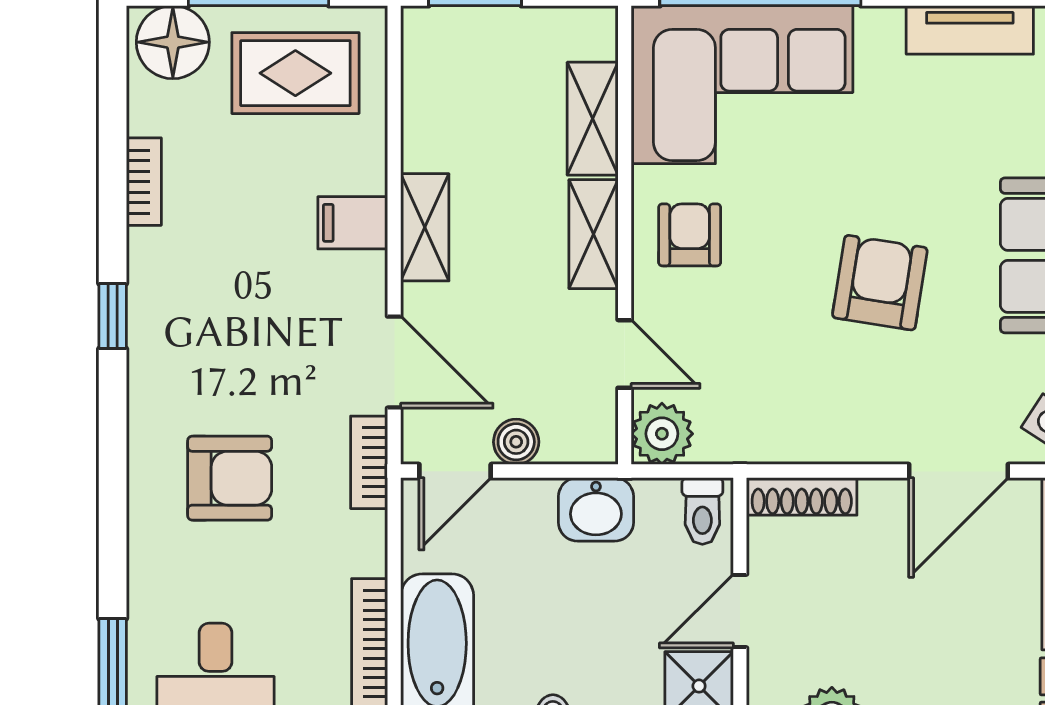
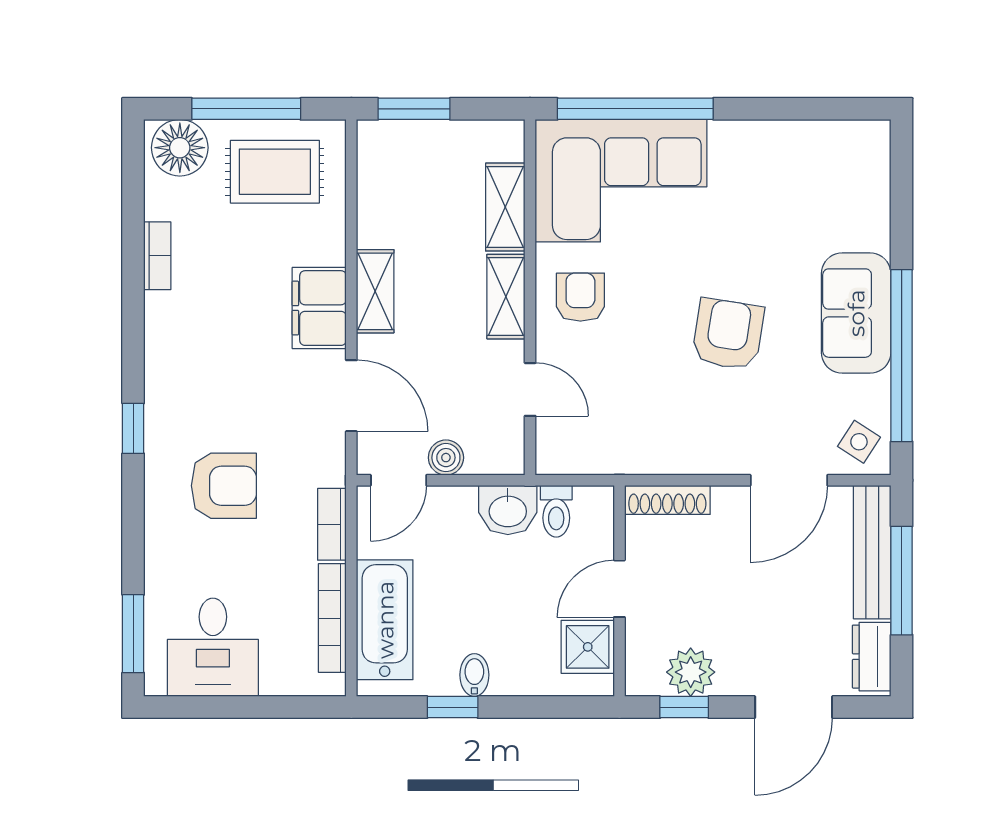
tv unit: (970, 30) -> (798, 138), removed
filing cabinet: (353, 223) -> (319, 308), width x2.00
window: (113, 316) -> (133, 428), moved
plant: (662, 434) -> (559, 451), removed
bookcase: (369, 462) -> (332, 524), moved
toilet: (702, 511) -> (556, 511), moved

